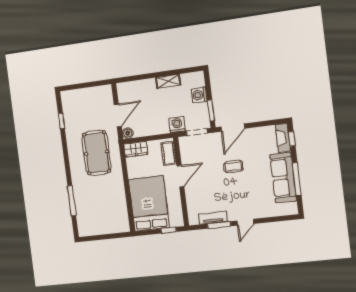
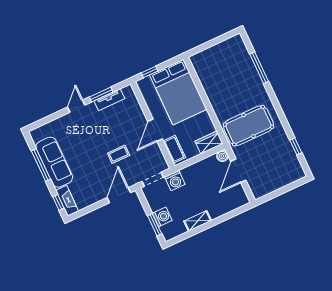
window: (211, 110) -> (155, 225), moved
pool table: (97, 153) -> (248, 126), turned 90
coffee table: (233, 167) -> (119, 154), moved

